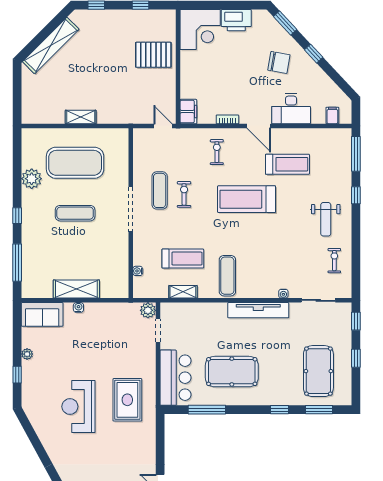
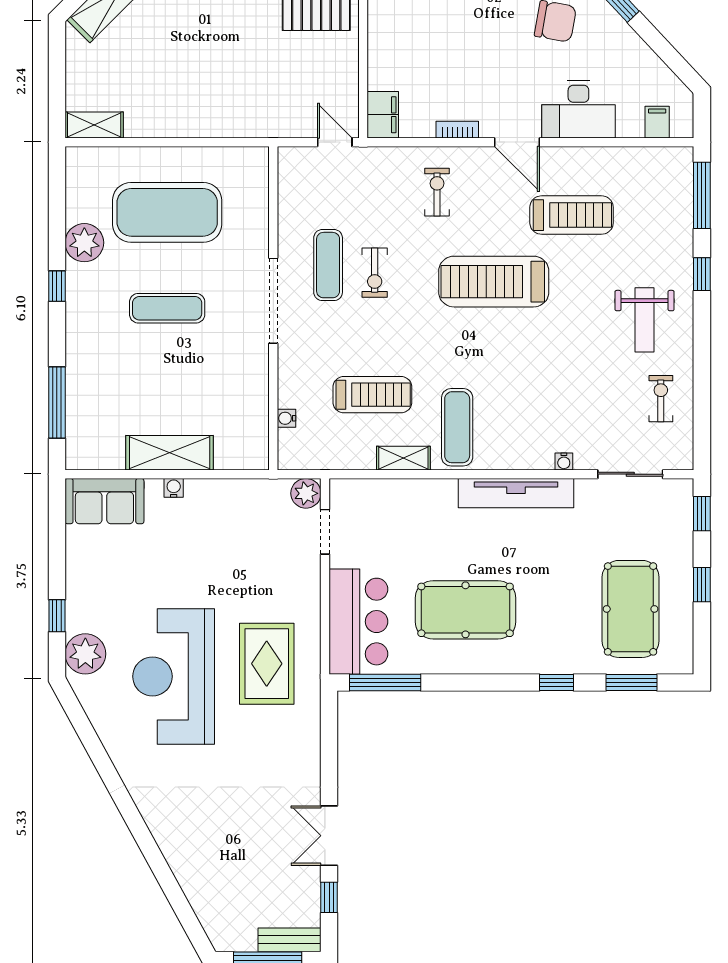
shelving: (81, 117) -> (94, 125), moved
exercise bike: (184, 194) -> (375, 273), turned 180
window: (17, 216) -> (57, 286), moved
shelving: (183, 292) -> (403, 458), moved
plant: (27, 354) -> (85, 654), moved, width x1.87, depth x1.87
reception desk: (78, 407) -> (174, 676), width x1.36, depth x1.30
window: (207, 410) -> (385, 682), moved

